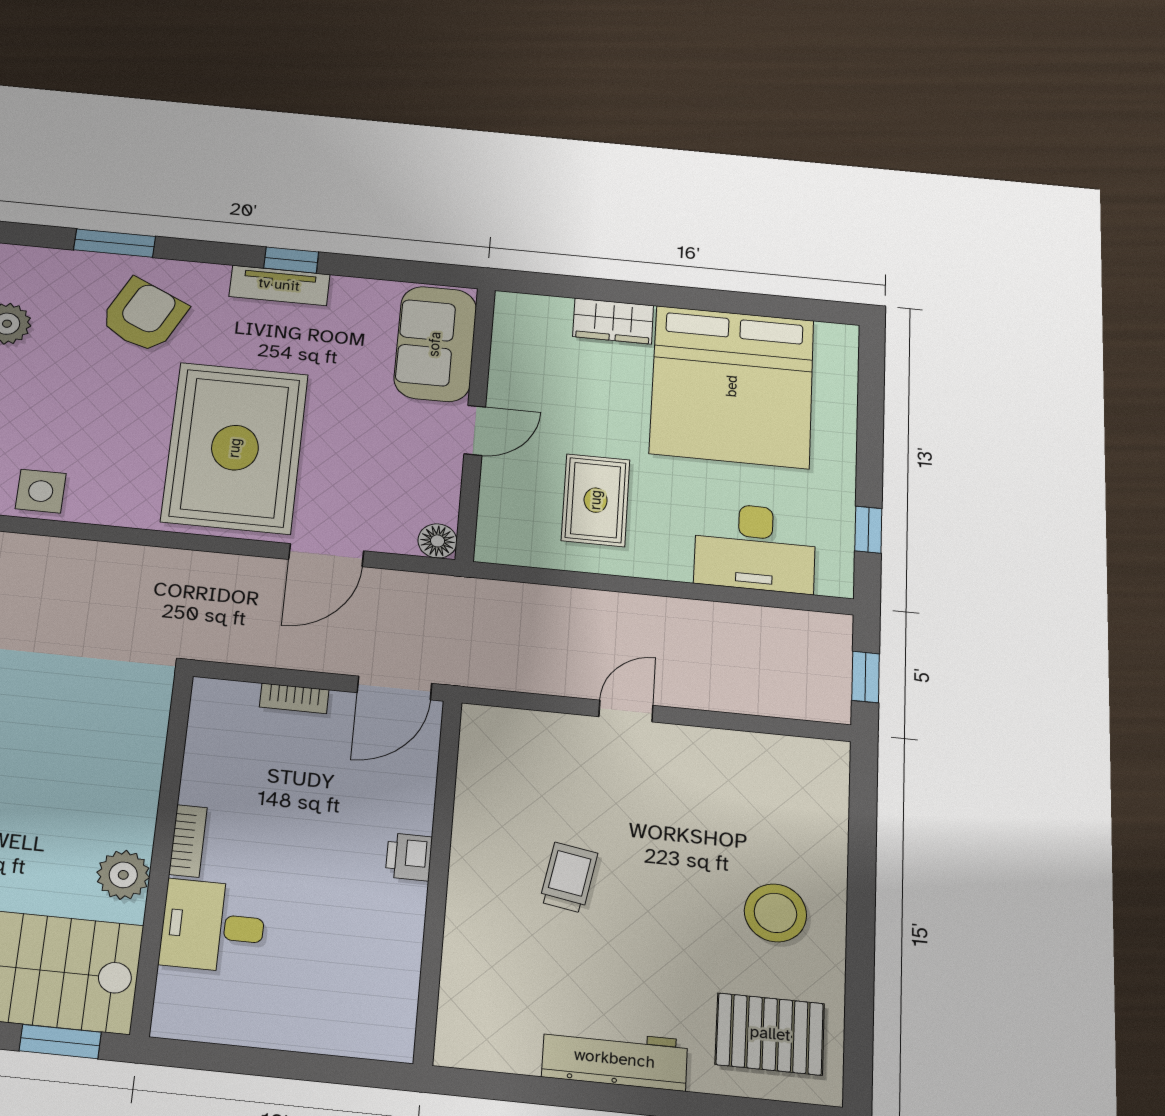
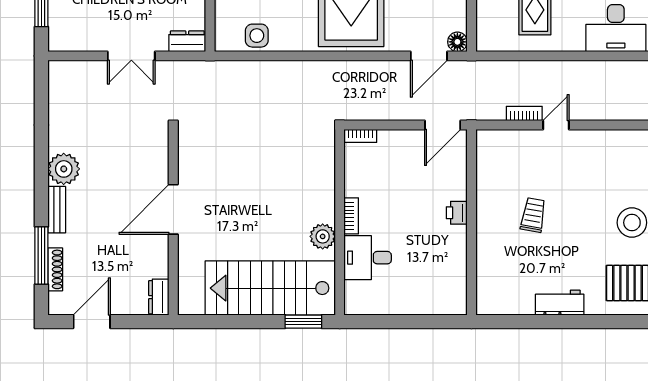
door: (326, 555) -> (429, 56), moved
bookcase: (562, 683) -> (524, 114), added
bookcase: (294, 698) -> (360, 136), moved
workbench: (615, 1059) -> (560, 303), width x0.73

